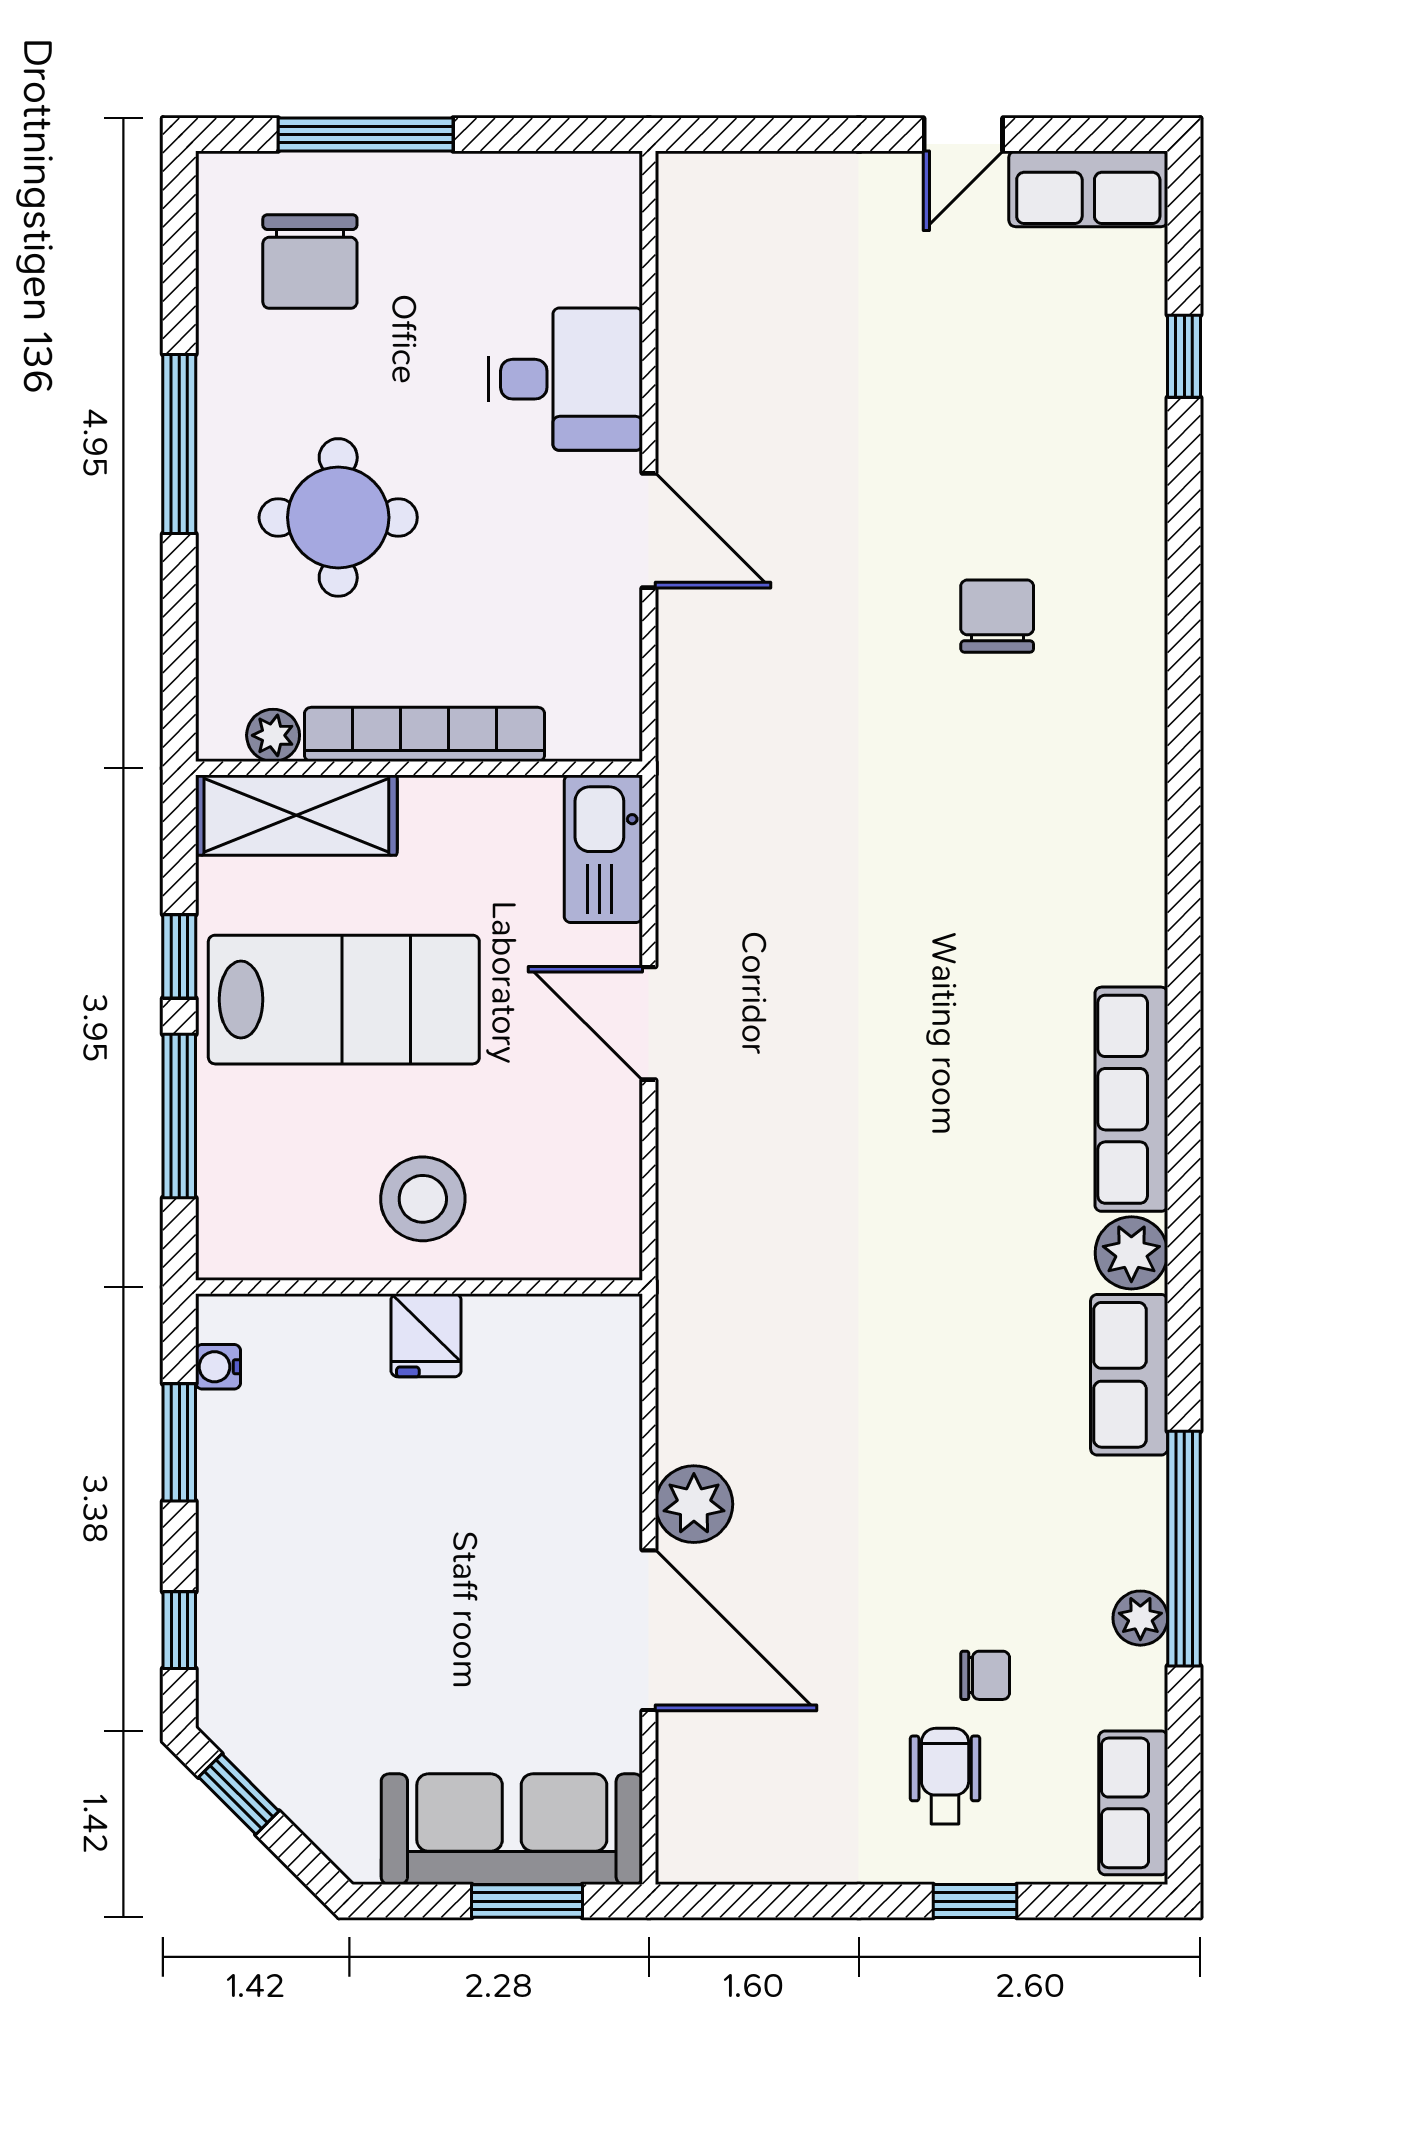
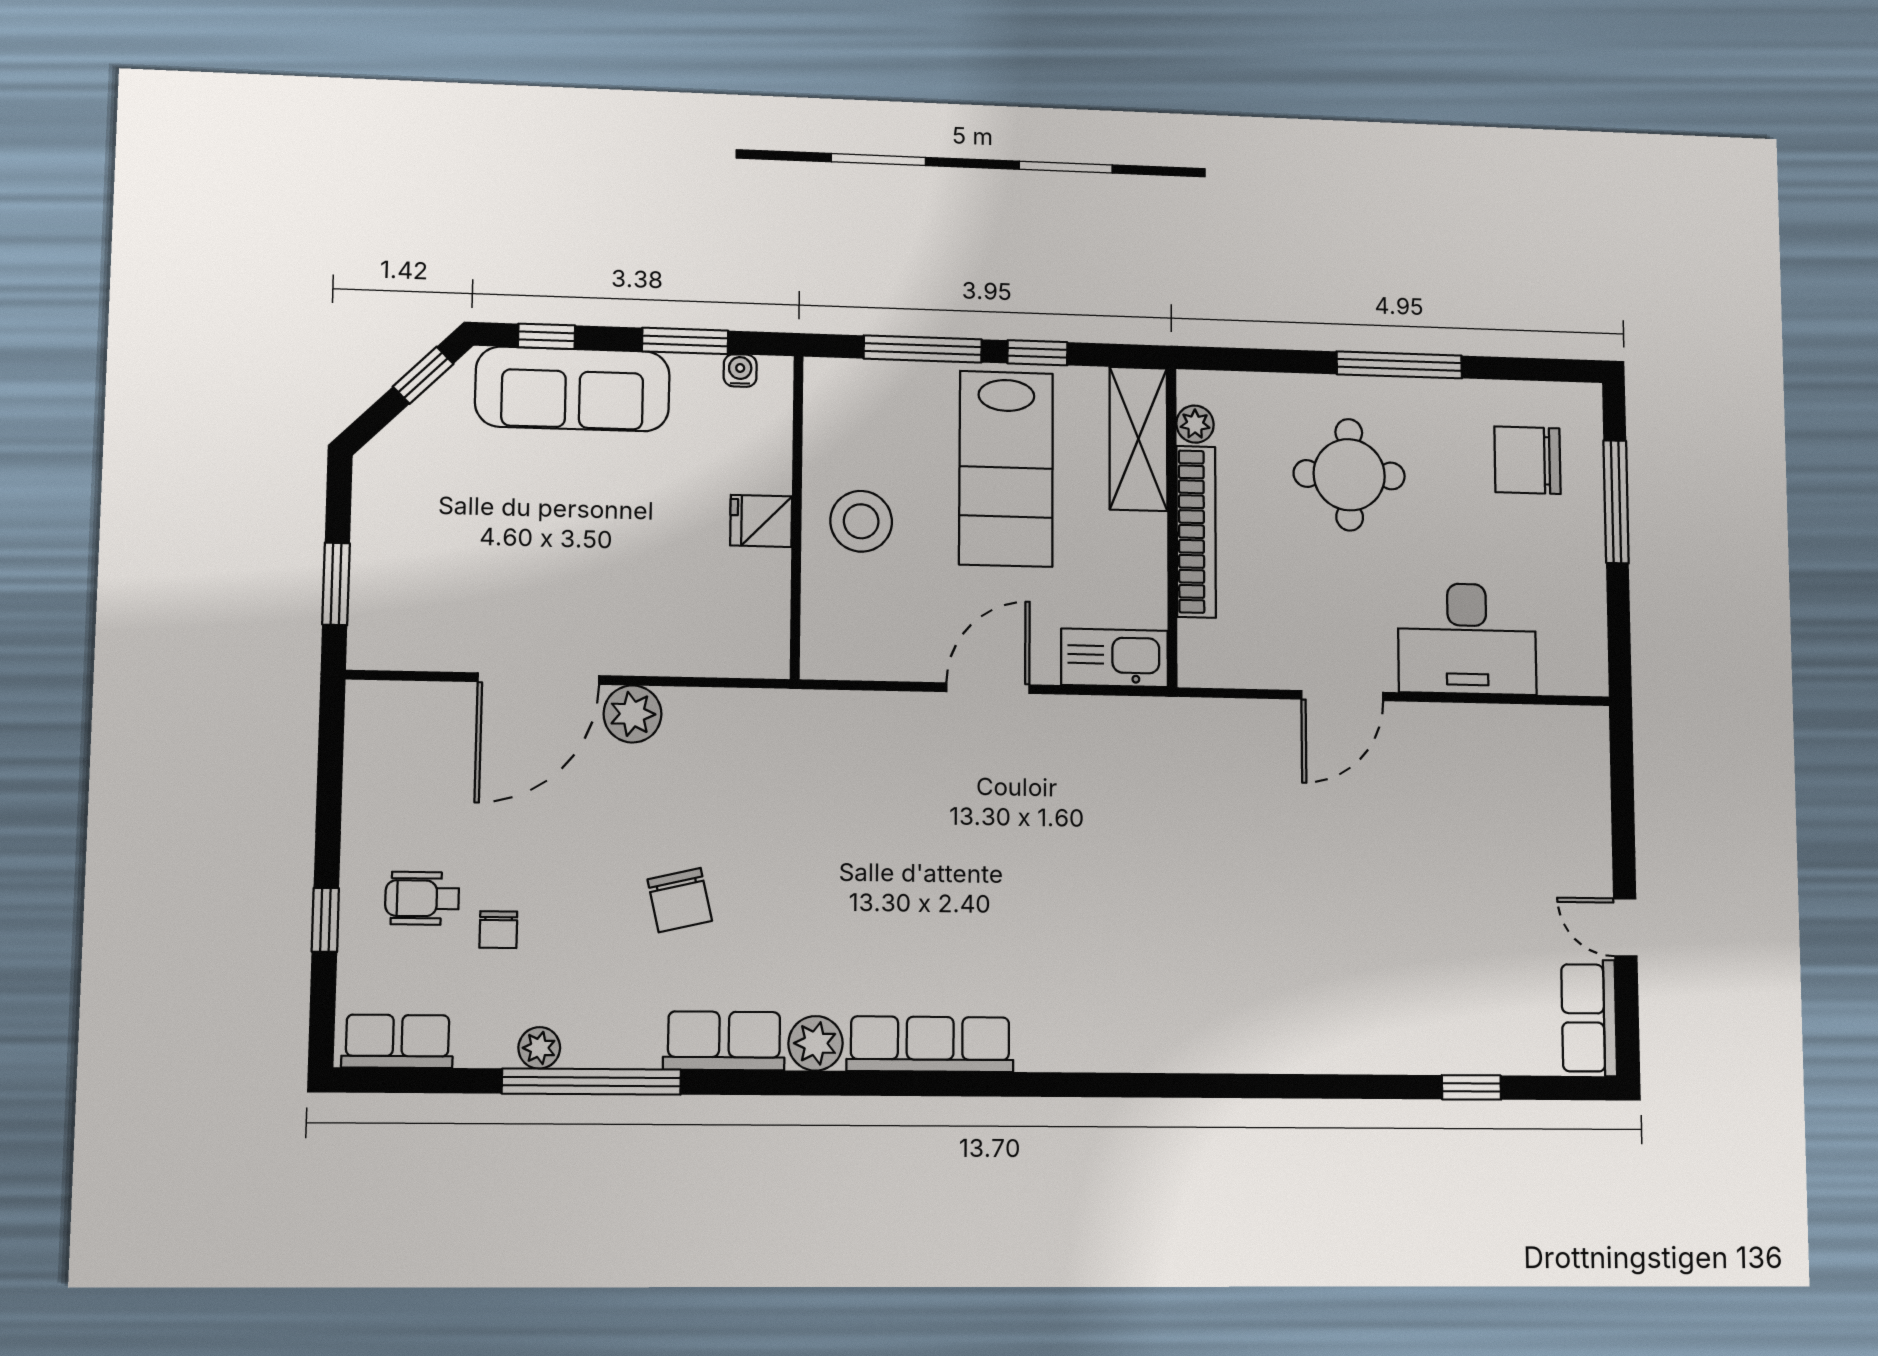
desk: (565, 379) -> (1467, 639), width x1.37
chair: (997, 616) -> (680, 900), moved, turned 77
wheelchair: (945, 1776) -> (422, 898), turned 180
sofa: (512, 1829) -> (573, 389), moved, turned 90

